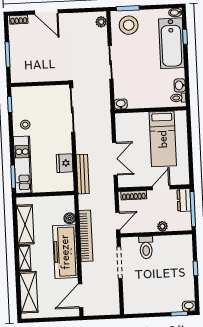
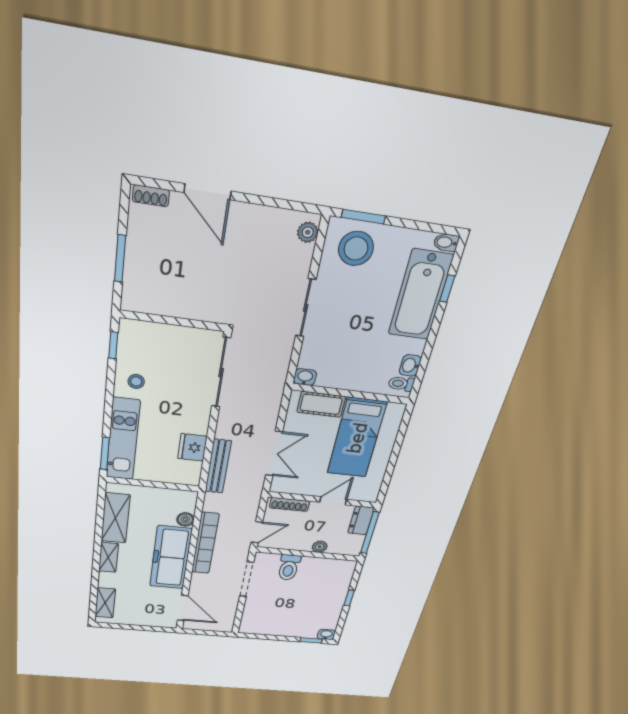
cot: (135, 120) -> (321, 404), added
shelving: (29, 292) -> (105, 603), width x0.67, depth x0.75
door: (81, 296) -> (183, 608), swing flipped

